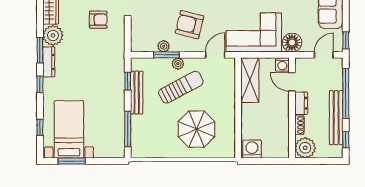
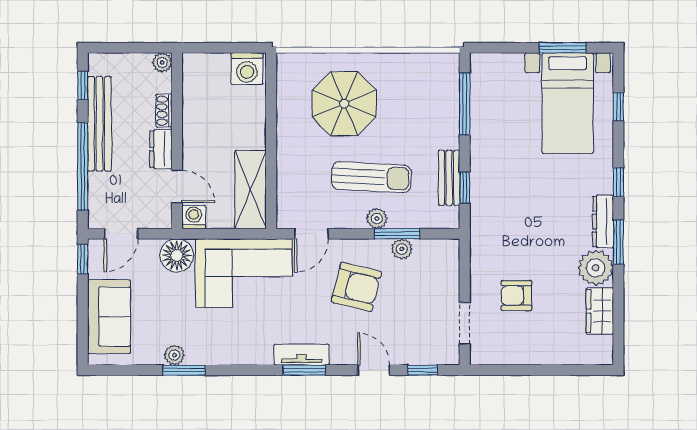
sun lounger: (181, 87) -> (371, 177), turned -149
bench: (137, 93) -> (449, 178), width x0.73
plant: (305, 148) -> (162, 62), width x0.53, depth x0.53

